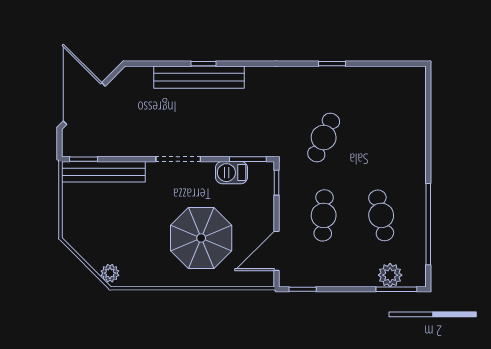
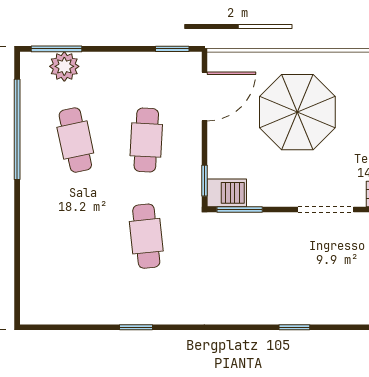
bench: (199, 77) -> (300, 311), removed
cafe table: (324, 138) -> (146, 236), turned -30
barbecue: (232, 173) -> (227, 193), moved

